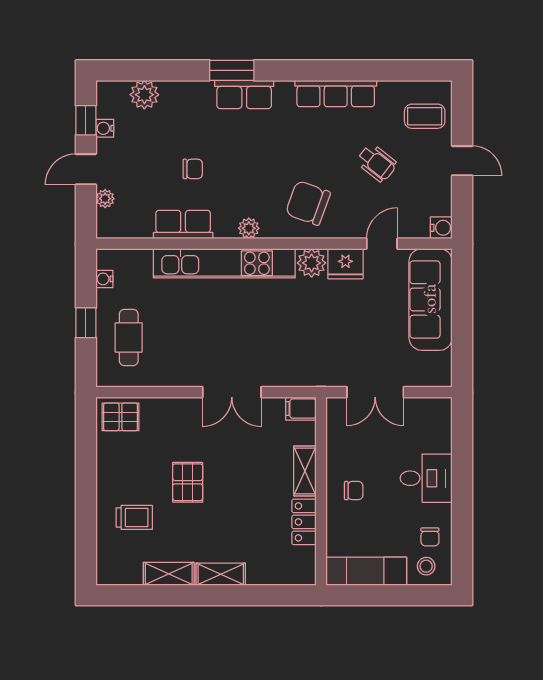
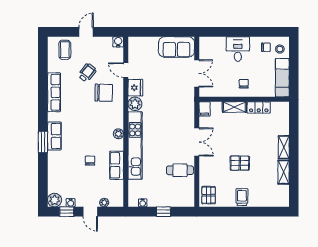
plant: (144, 95) -> (55, 200), moved
chair: (308, 203) -> (104, 93), moved, turned -109
sofa: (431, 299) -> (176, 47), moved, width x0.73
cafe table: (129, 337) -> (180, 170), moved
trolley: (134, 517) -> (242, 197), moved

